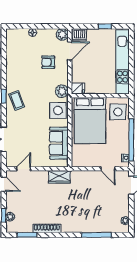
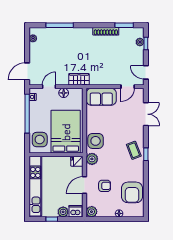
plant: (93, 34) -> (63, 212), added
door: (70, 51) -> (85, 185), moved
armchair: (19, 55) -> (132, 192), added
sofa: (59, 143) -> (101, 97), moved, turned 90
floor lamp: (92, 162) -> (64, 93), added
door: (108, 169) -> (49, 87), hinge flipped
wardrobe: (59, 177) -> (79, 79), moved

